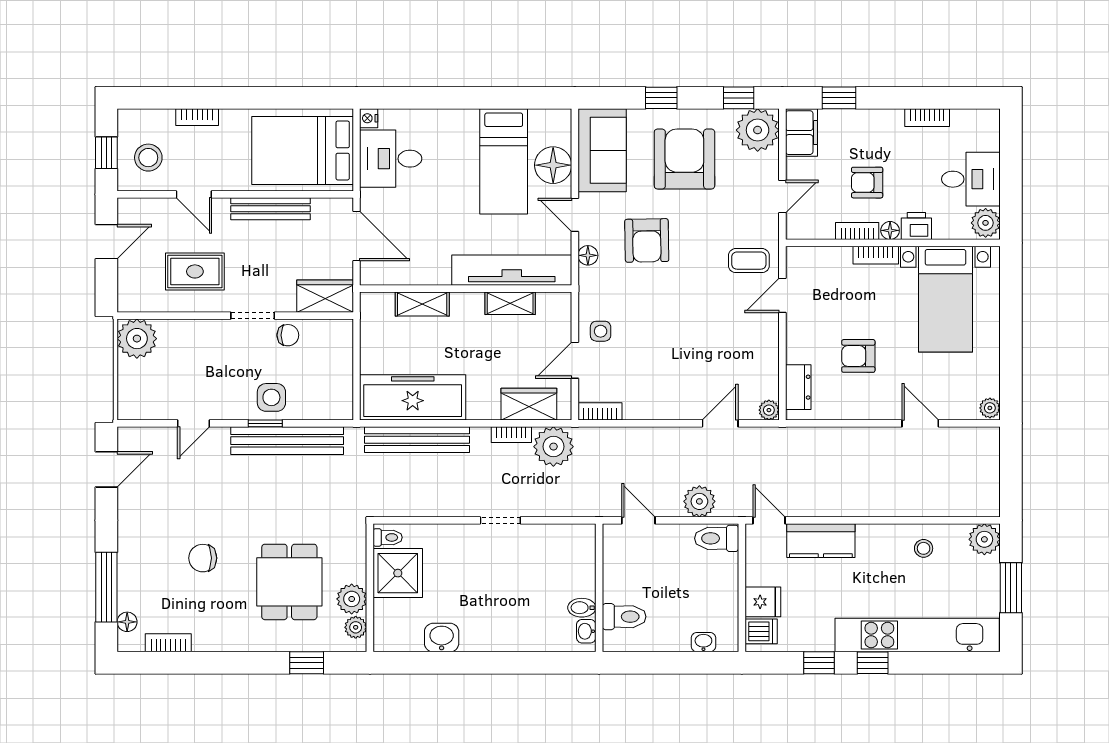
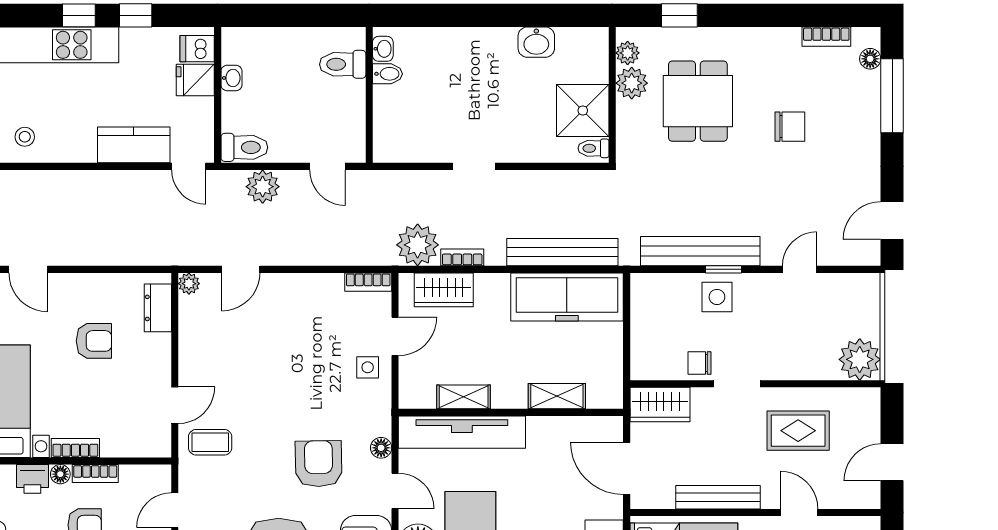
washbasin: (703, 642) -> (231, 78), moved, turned -90

